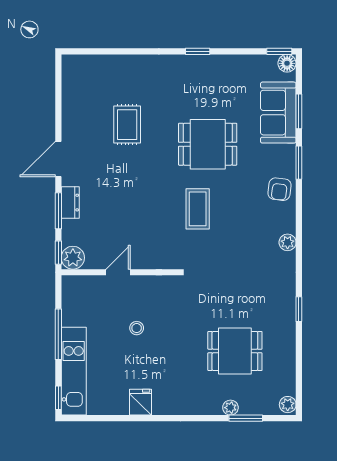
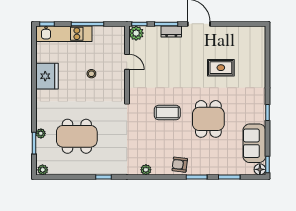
sofa: (278, 113) -> (254, 143), moved, turned -90
dining table: (235, 351) -> (77, 136), width x1.38
fridge: (140, 402) -> (47, 76), width x1.88, depth x1.34

